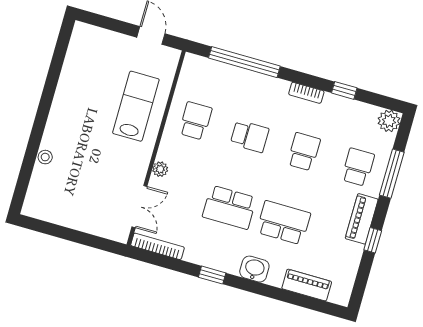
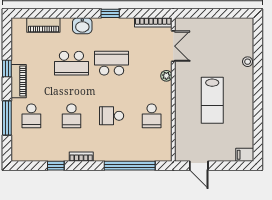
filing cabinet: (85, 32) -> (245, 155), added
lab bench: (136, 106) -> (212, 100), moved
plant: (389, 121) -> (19, 153), removed
double door: (139, 207) -> (173, 46), swing flipped

